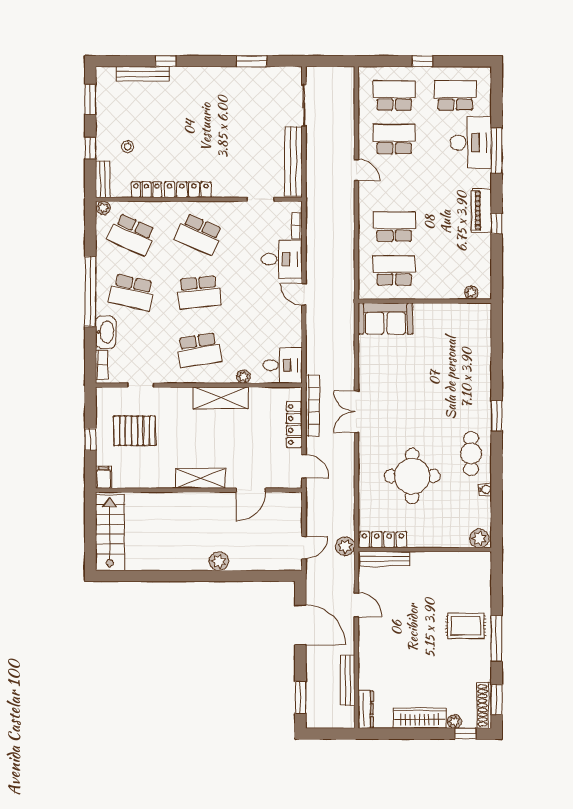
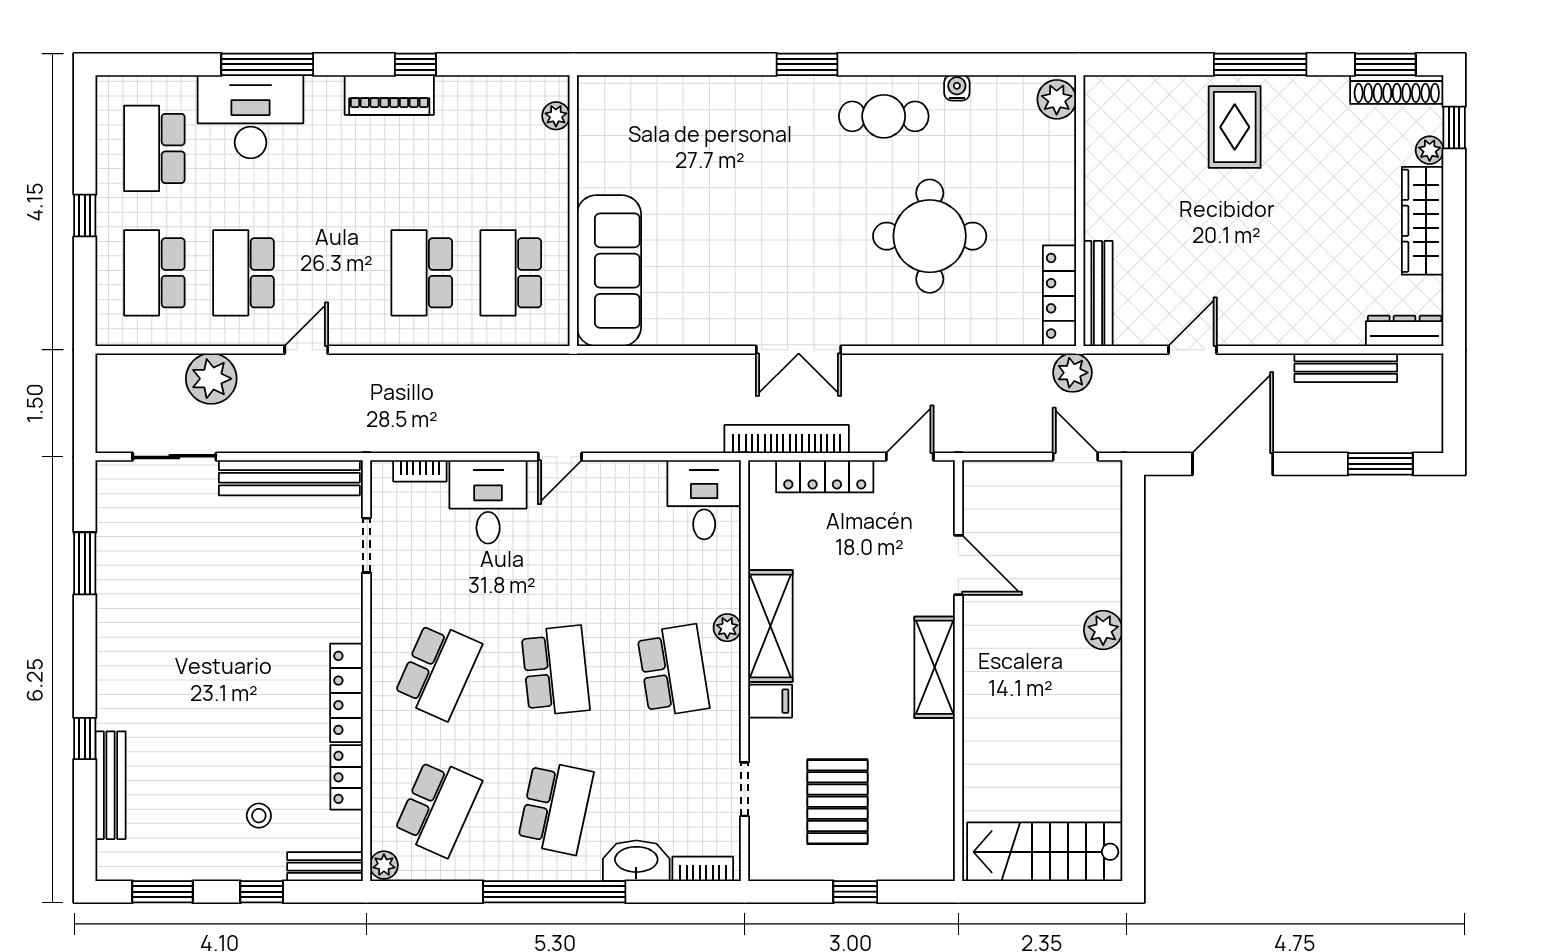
plant: (342, 123) -> (211, 379), added
sofa: (385, 319) -> (609, 271), width x1.36
plant: (244, 377) -> (727, 628), moved
filing cabinet: (104, 478) -> (770, 701), moved, turned 180

